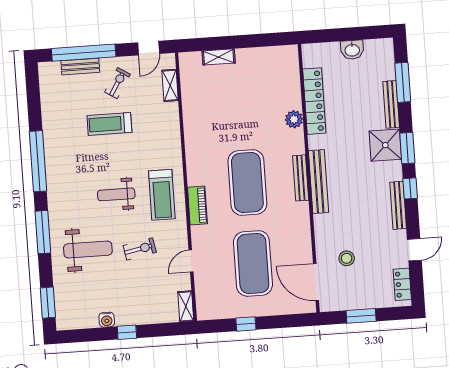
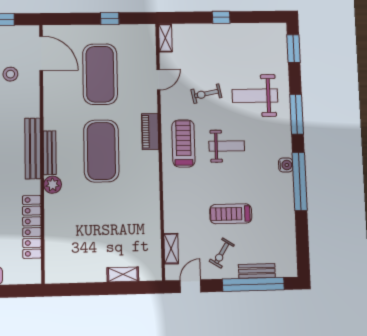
plant: (294, 119) -> (53, 185), moved
treadmill: (109, 124) -> (231, 214), turned 180
water cooler: (107, 320) -> (286, 165), moved, turned 90

